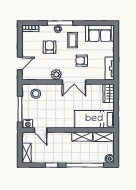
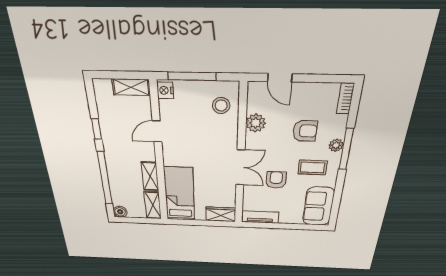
plant: (56, 75) -> (256, 123), moved
double door: (74, 82) -> (240, 168), swing flipped
door: (41, 130) -> (157, 131), moved
shelving: (26, 153) -> (131, 87), moved

